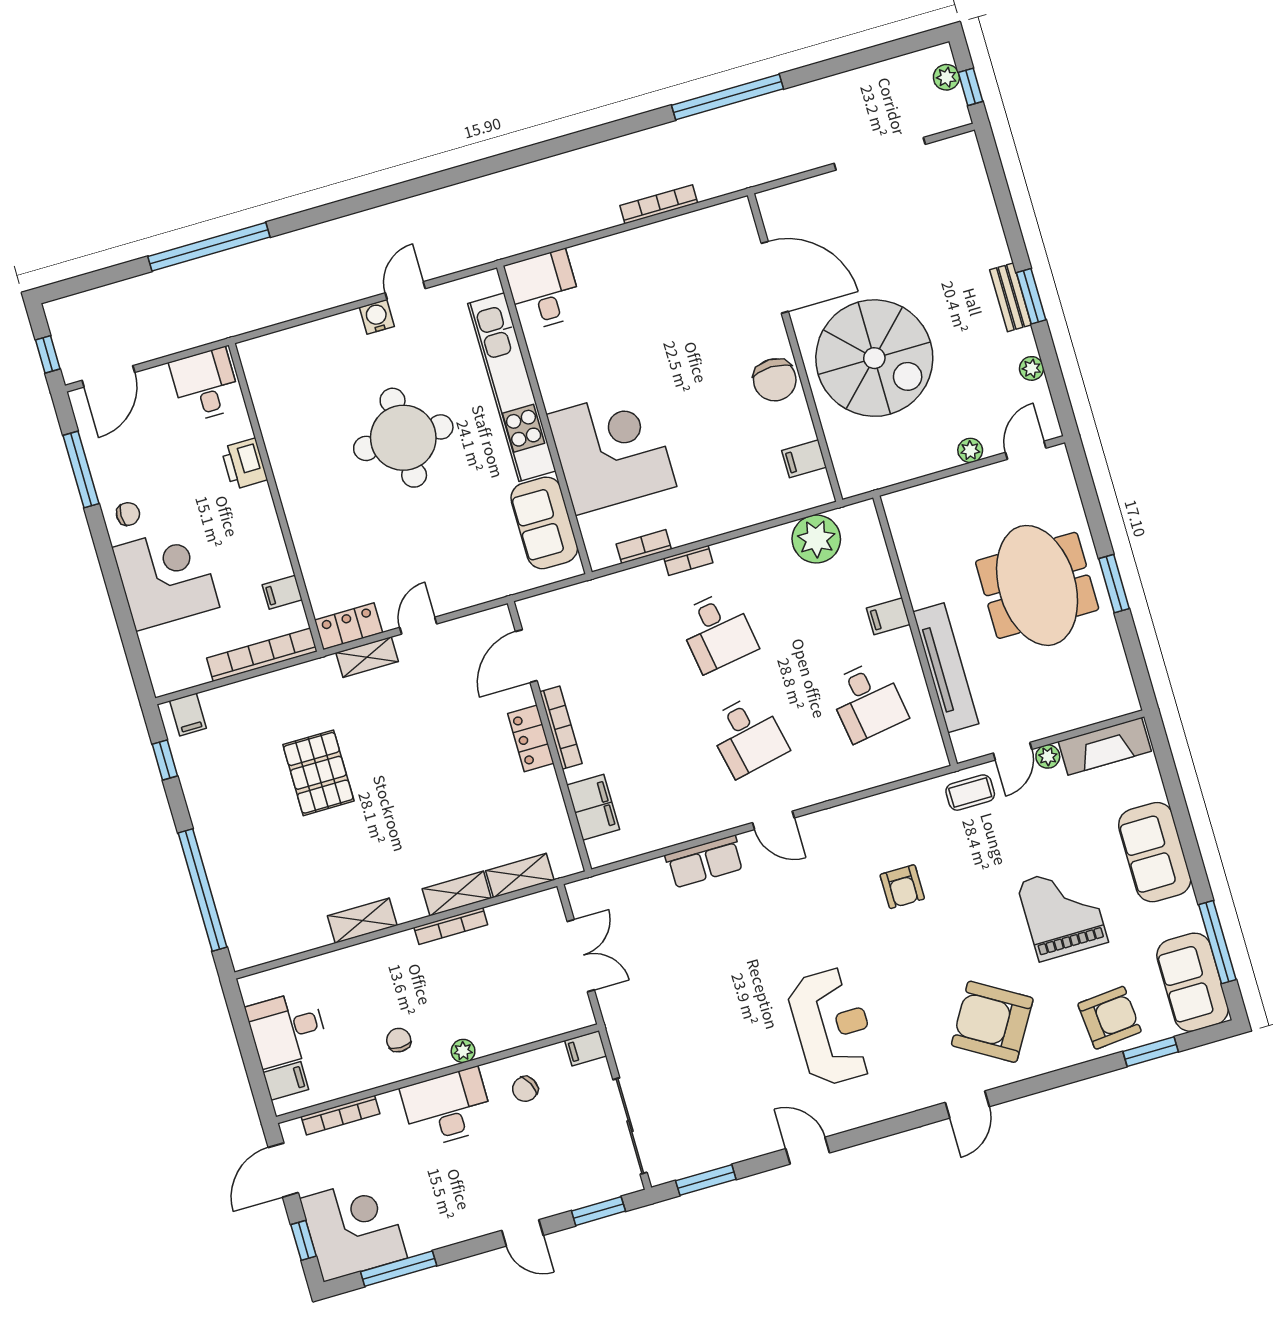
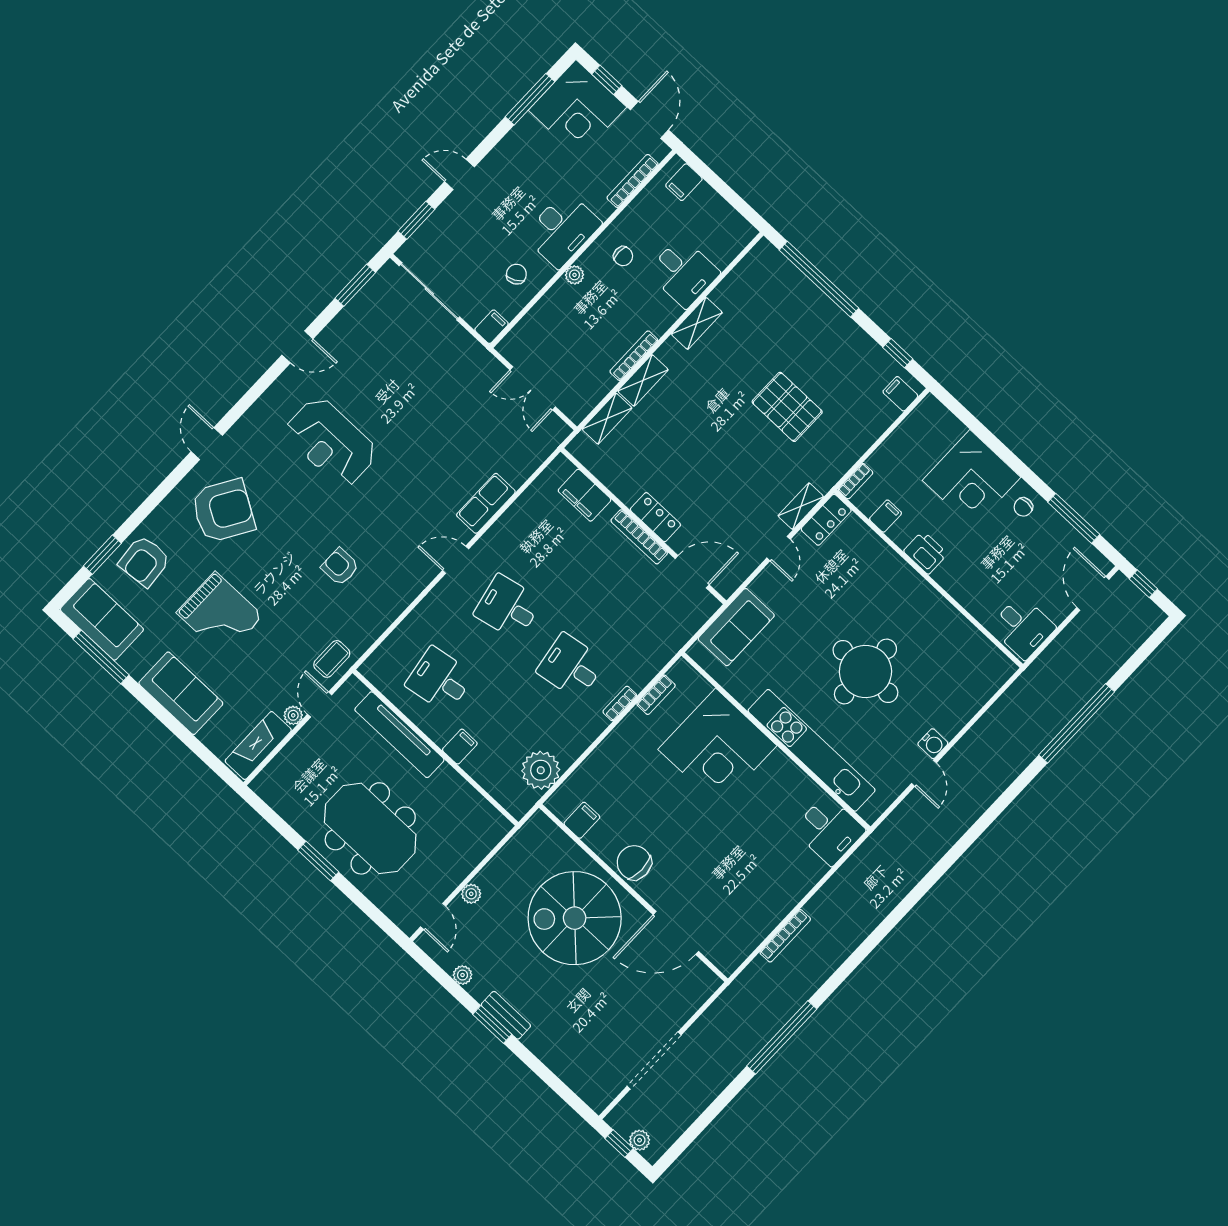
printer: (244, 464) -> (926, 553), moved
sofa: (544, 523) -> (736, 627), moved, turned 90
bookcase: (262, 655) -> (856, 481), width x0.43, depth x0.76
door: (526, 656) -> (692, 572), hinge flipped
desk: (287, 1029) -> (683, 272), moved, turned 90

